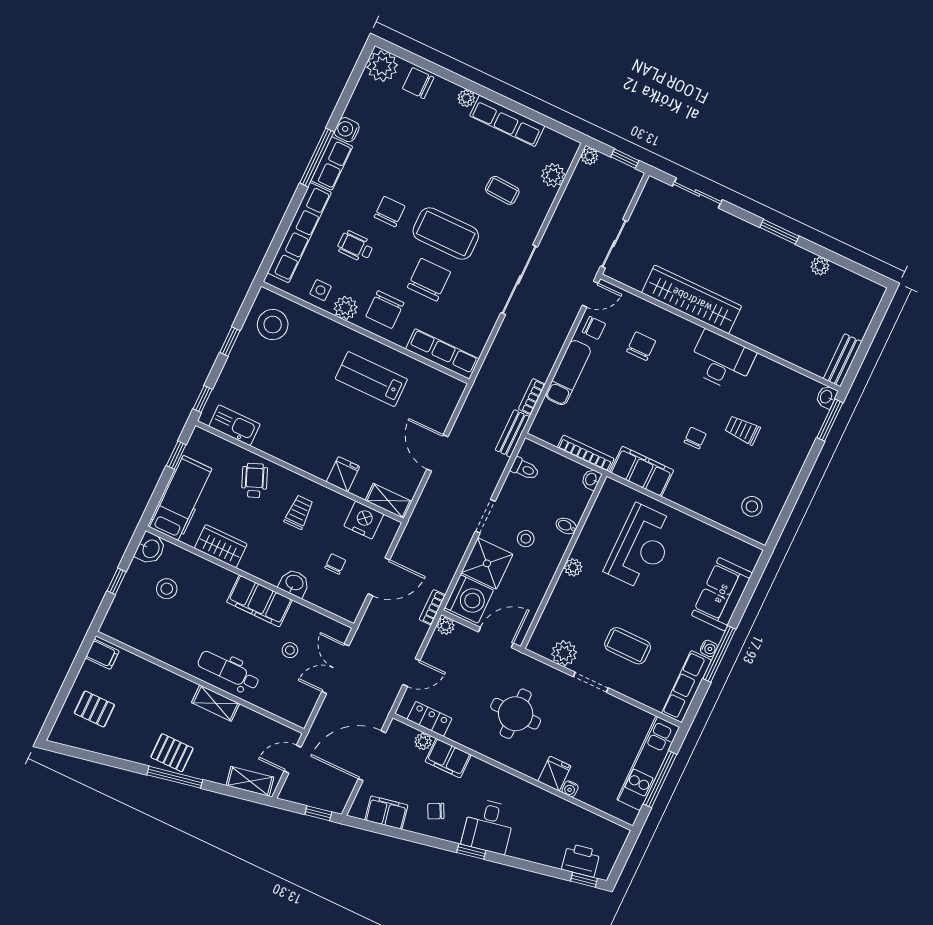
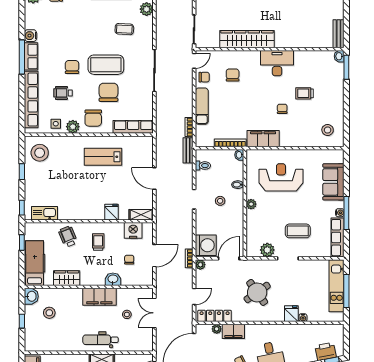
reception desk: (641, 547) -> (281, 177), turned -90
shower: (487, 563) -> (206, 223), removed
round table: (516, 714) -> (257, 292), turned -35
locker: (430, 719) -> (215, 316), width x1.53

